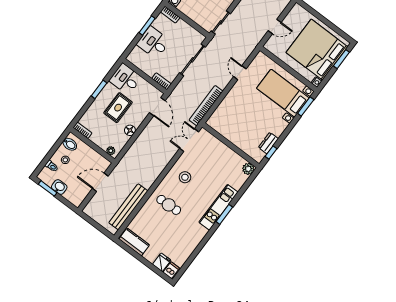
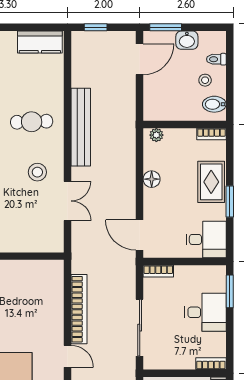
window: (147, 26) -> (230, 291), moved
bookcase: (206, 106) -> (79, 309), moved
rug: (118, 108) -> (211, 182), moved
double door: (189, 140) -> (67, 201), moved
door: (100, 182) -> (140, 59), moved
window: (48, 188) -> (166, 27), moved
bench: (128, 207) -> (81, 127), moved
window: (100, 228) -> (96, 27), added

